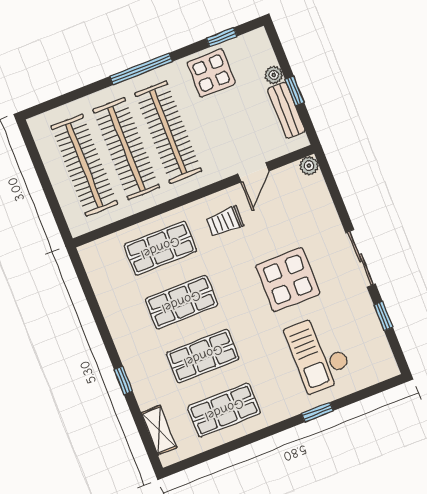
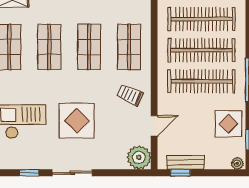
plant: (274, 75) -> (237, 163), moved
window: (295, 91) -> (180, 173), moved
plant: (309, 166) -> (139, 157), width x1.88, depth x1.88
door: (253, 172) -> (154, 126), swing flipped
trolley: (225, 221) -> (130, 95), turned -66

